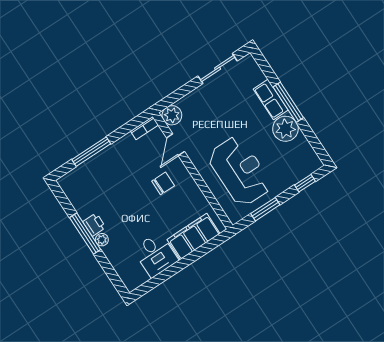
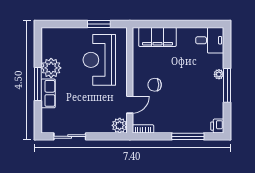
window: (305, 183) -> (62, 24), removed
printer: (94, 225) -> (217, 126), moved
desk: (156, 255) -> (210, 40), moved, turned 90

